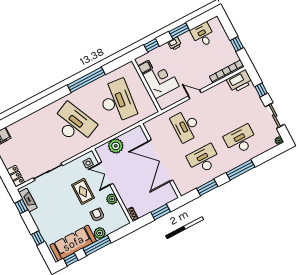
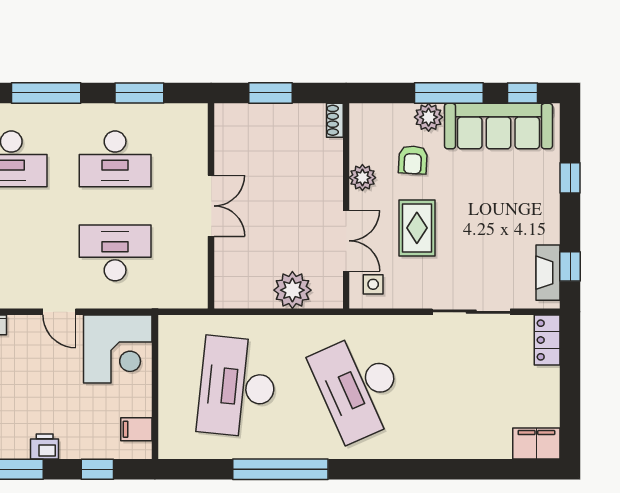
corner desk: (161, 81) -> (118, 349), moved, turned -90
desk: (186, 126) -> (115, 253), turned -90
double door: (161, 161) -> (211, 206), width x0.54

